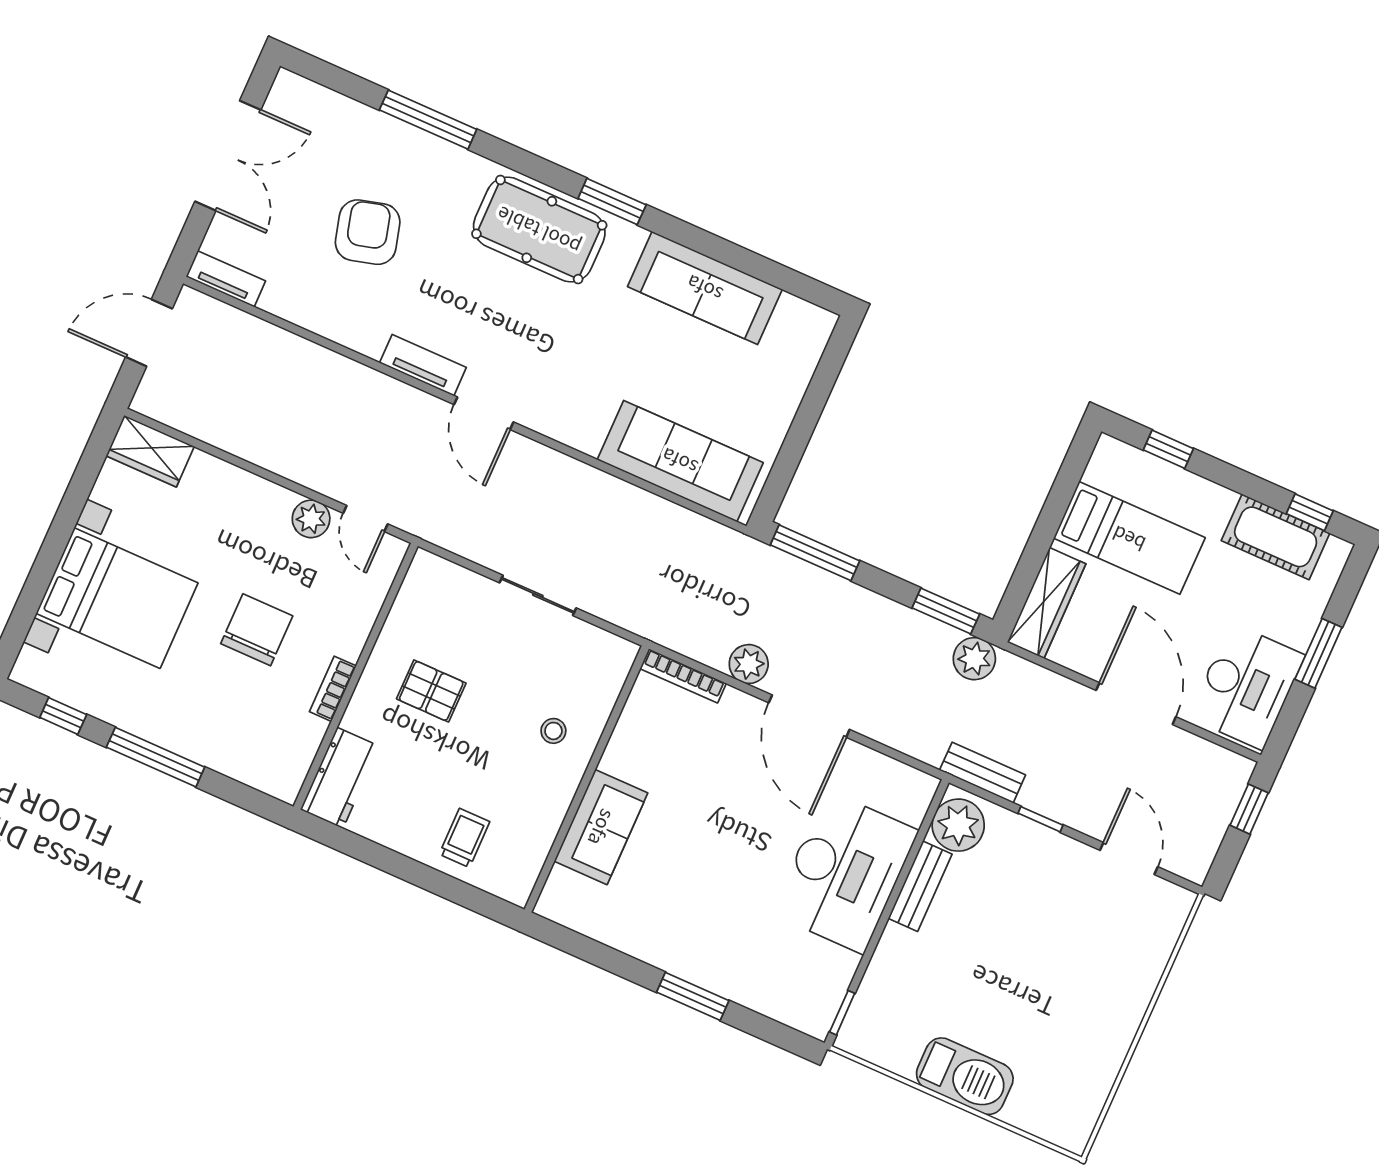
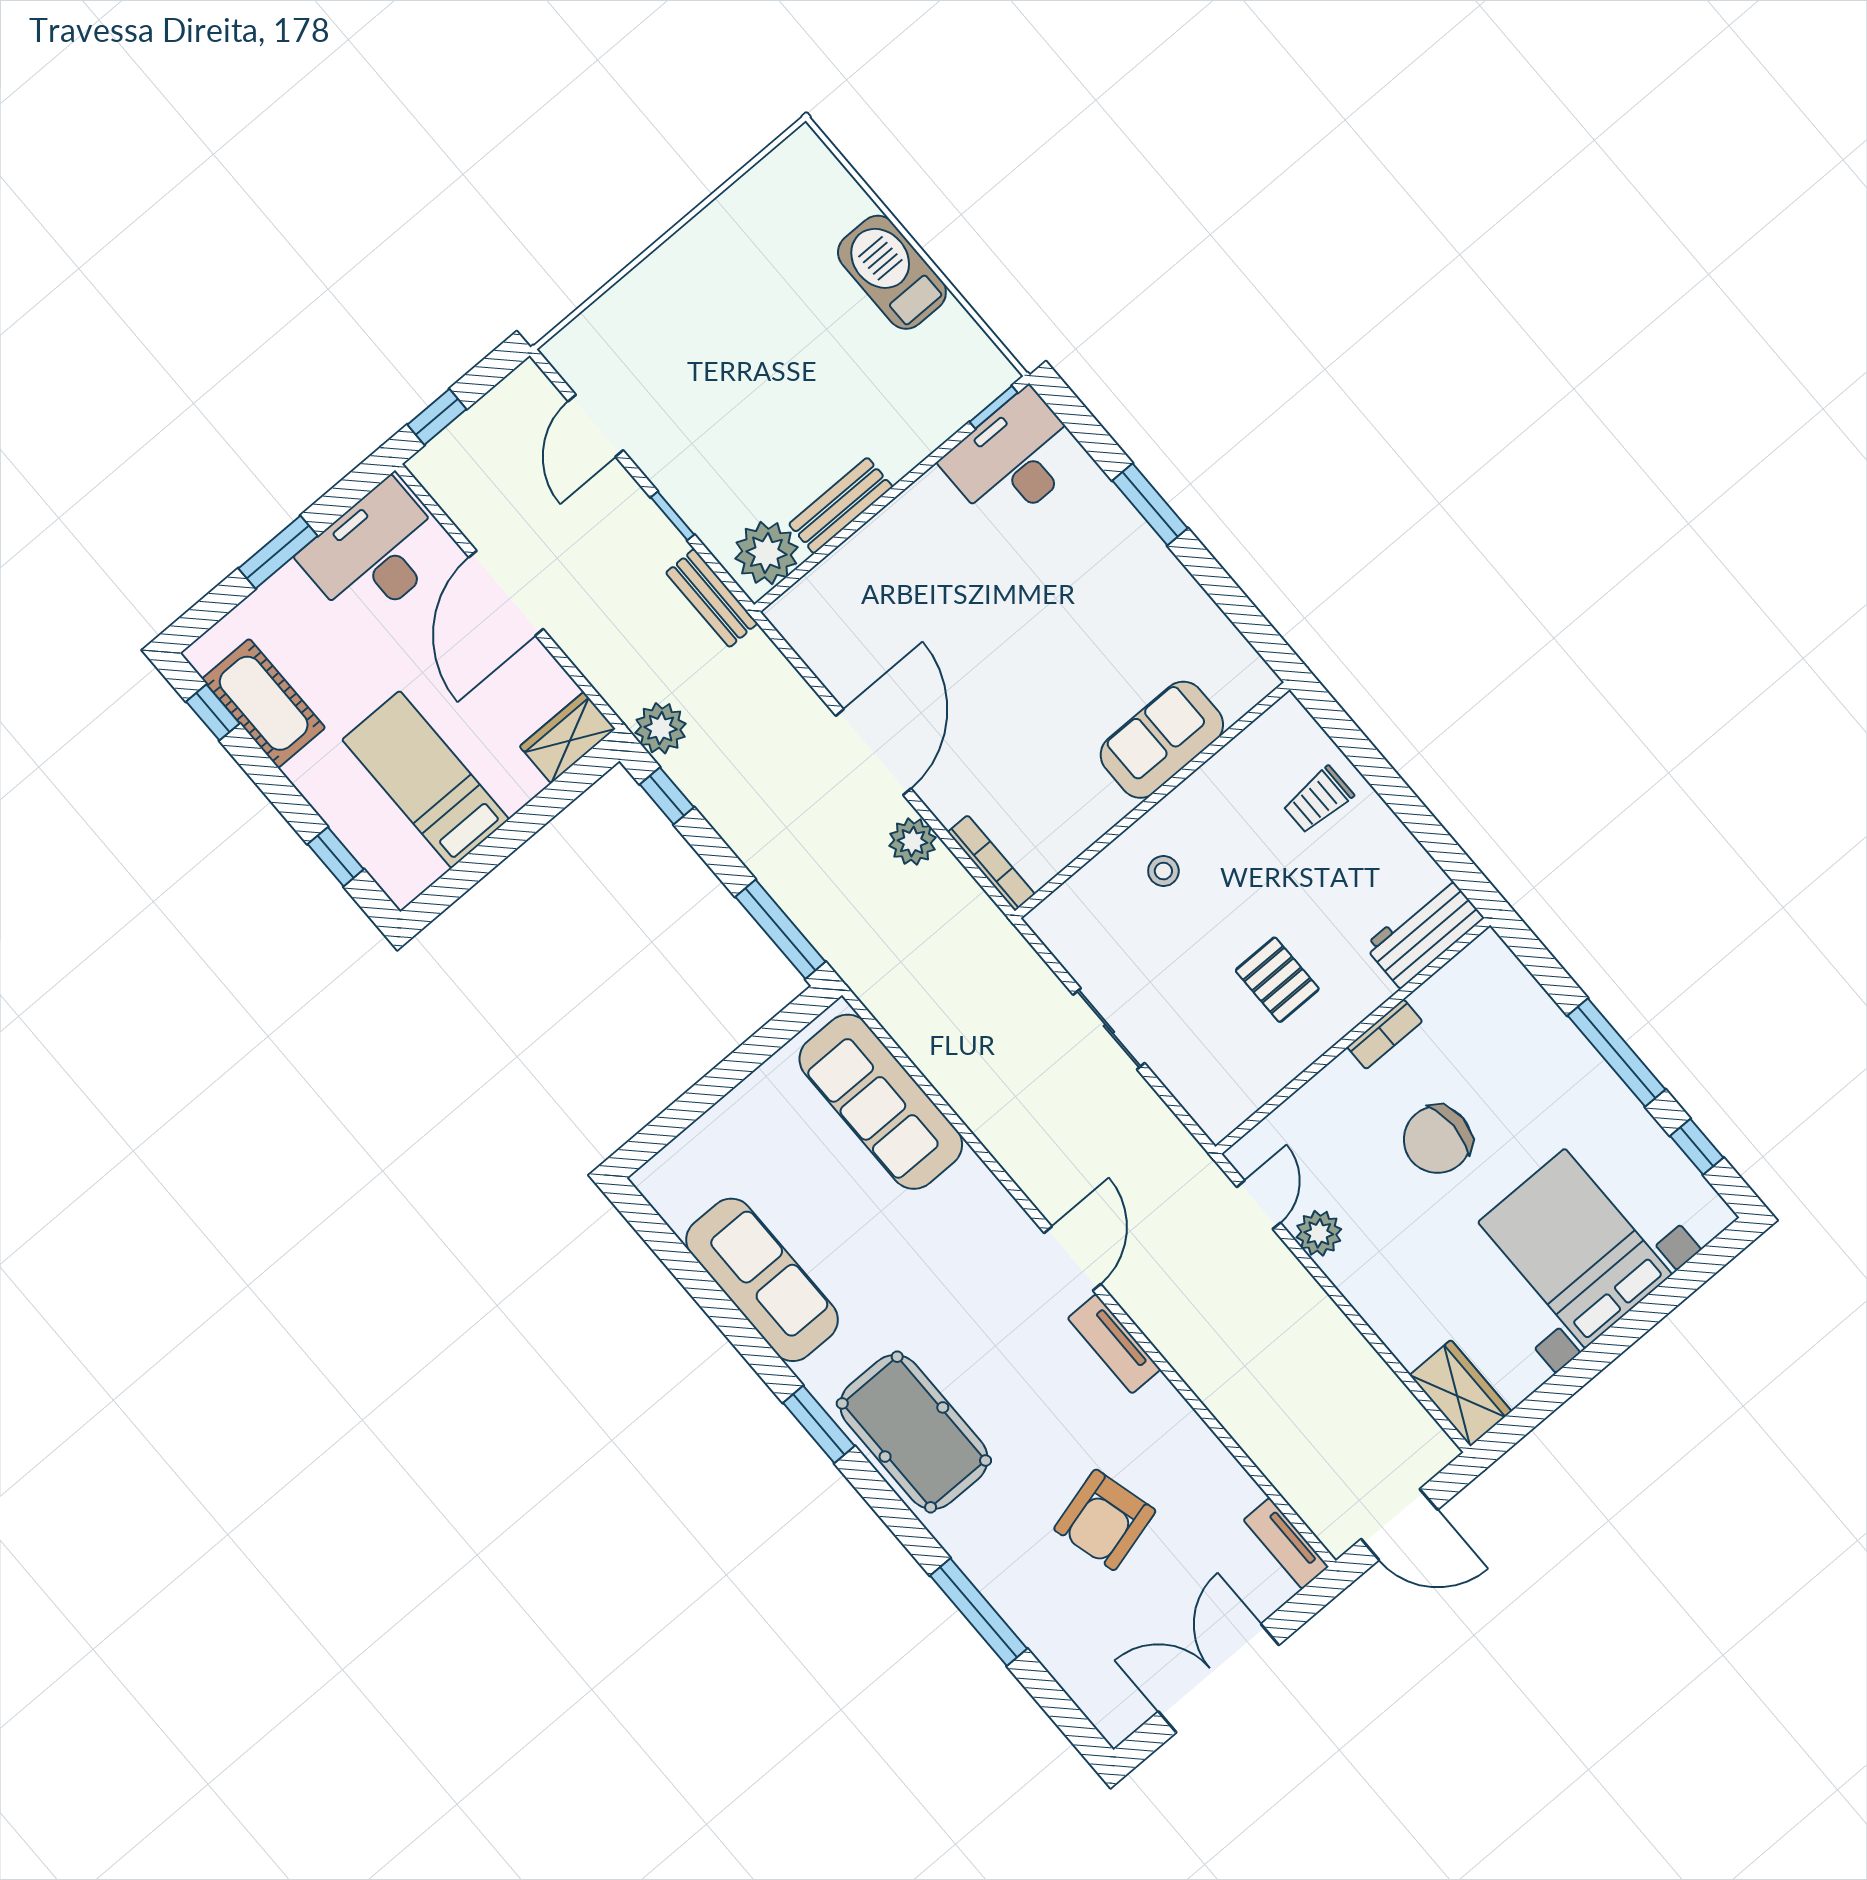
wardrobe: (1047, 603) -> (568, 738), width x0.67
window: (946, 611) -> (667, 796), width x0.67
desk: (845, 872) -> (1014, 459), moved, width x0.73, depth x0.77

